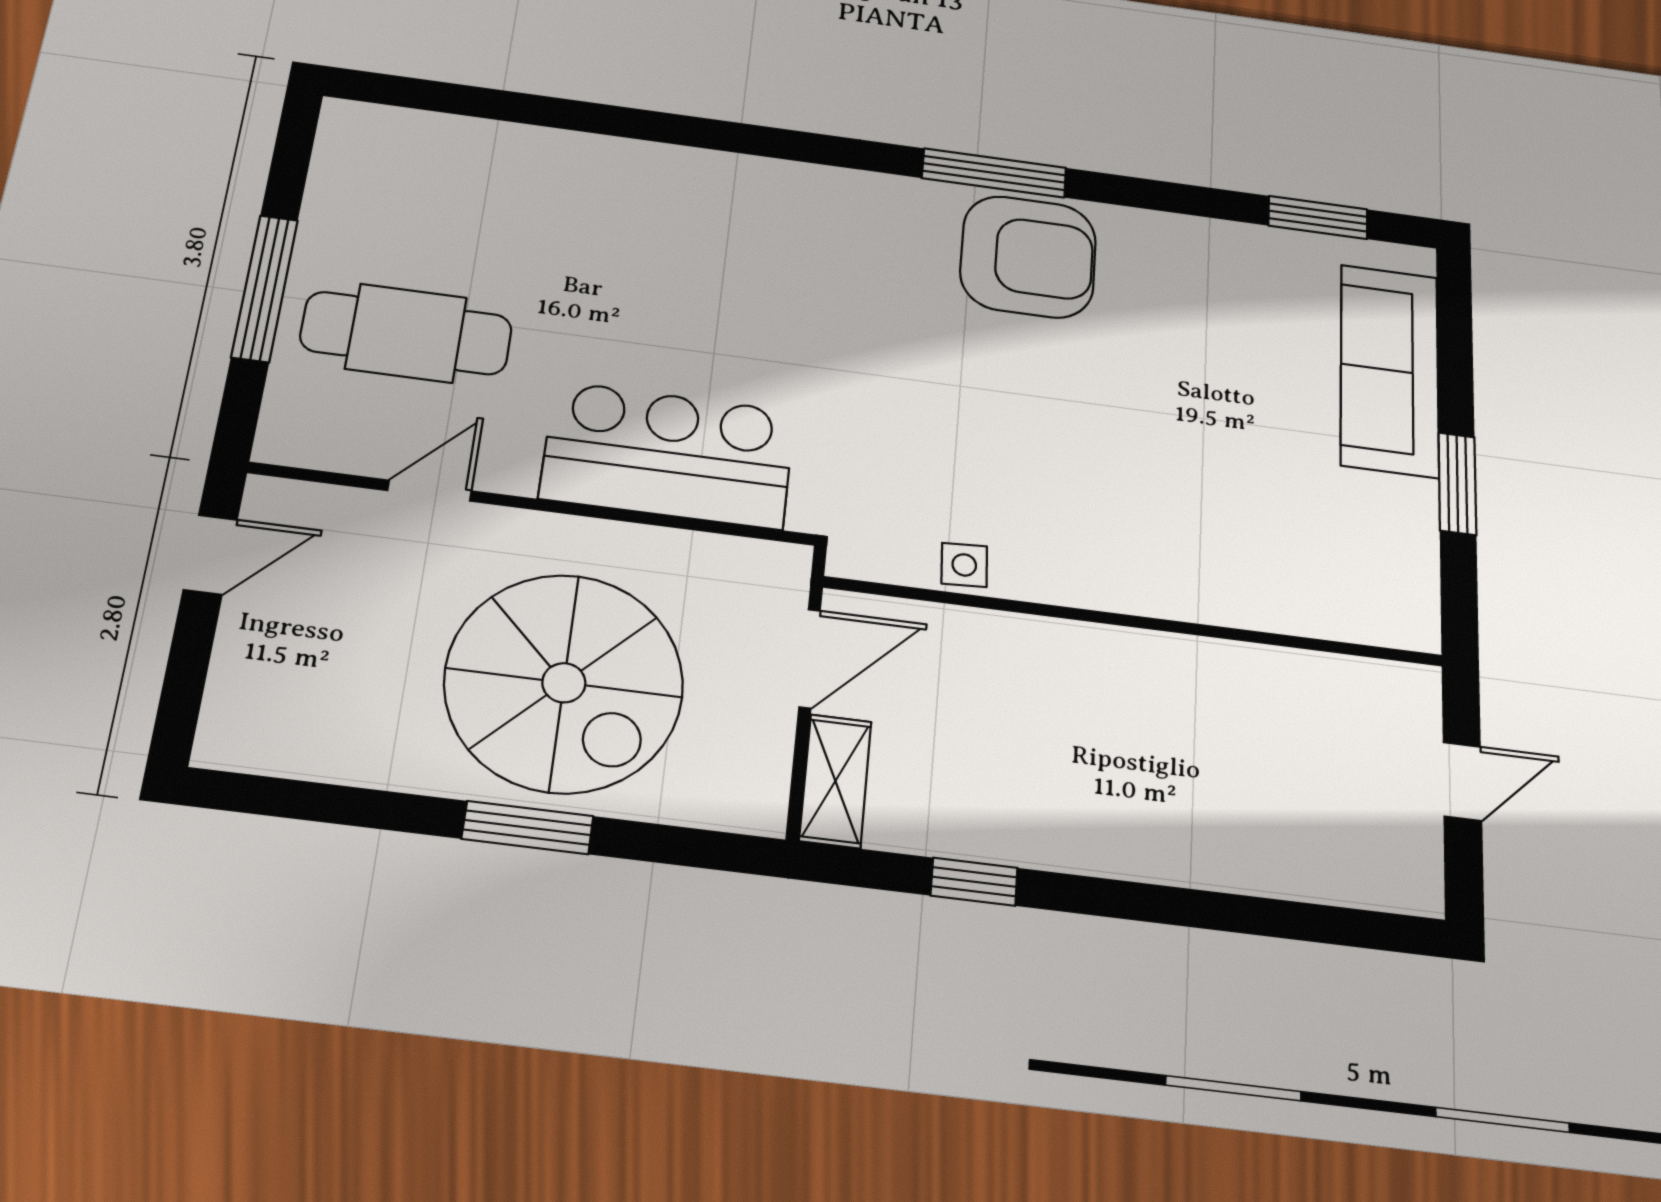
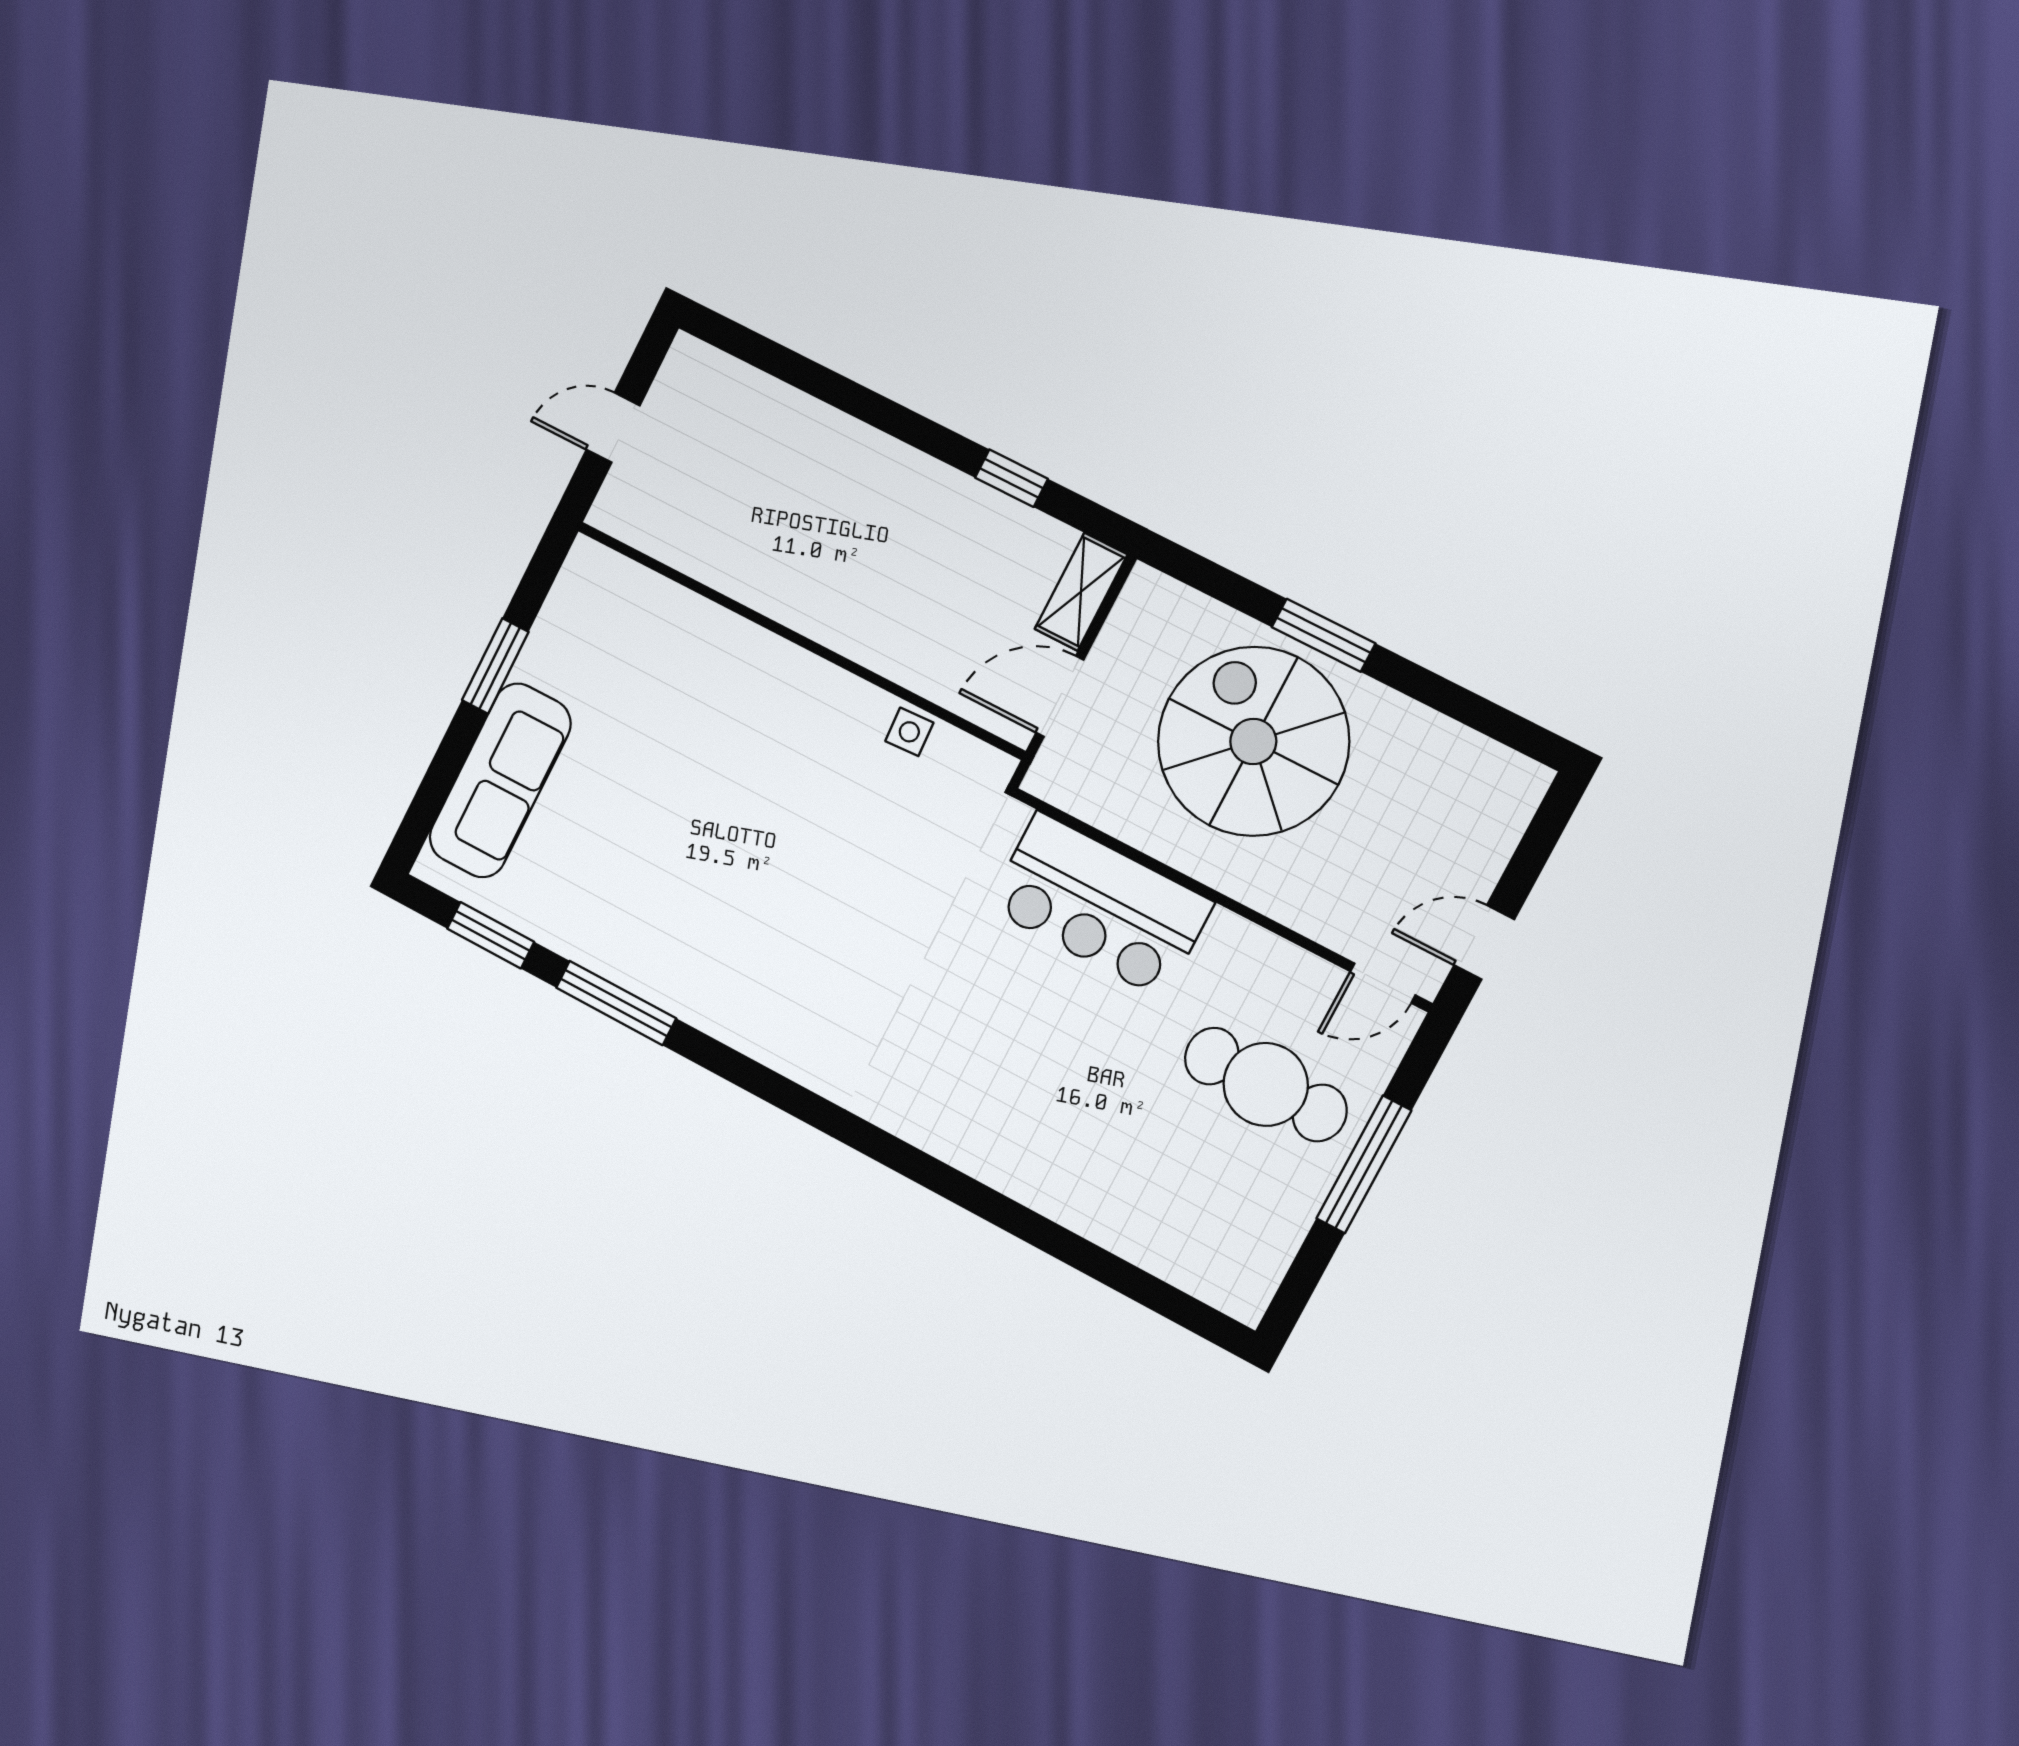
window: (994, 173) -> (616, 1003), moved
armchair: (1028, 257) -> (742, 981), removed
door: (430, 491) -> (1383, 983), moved

